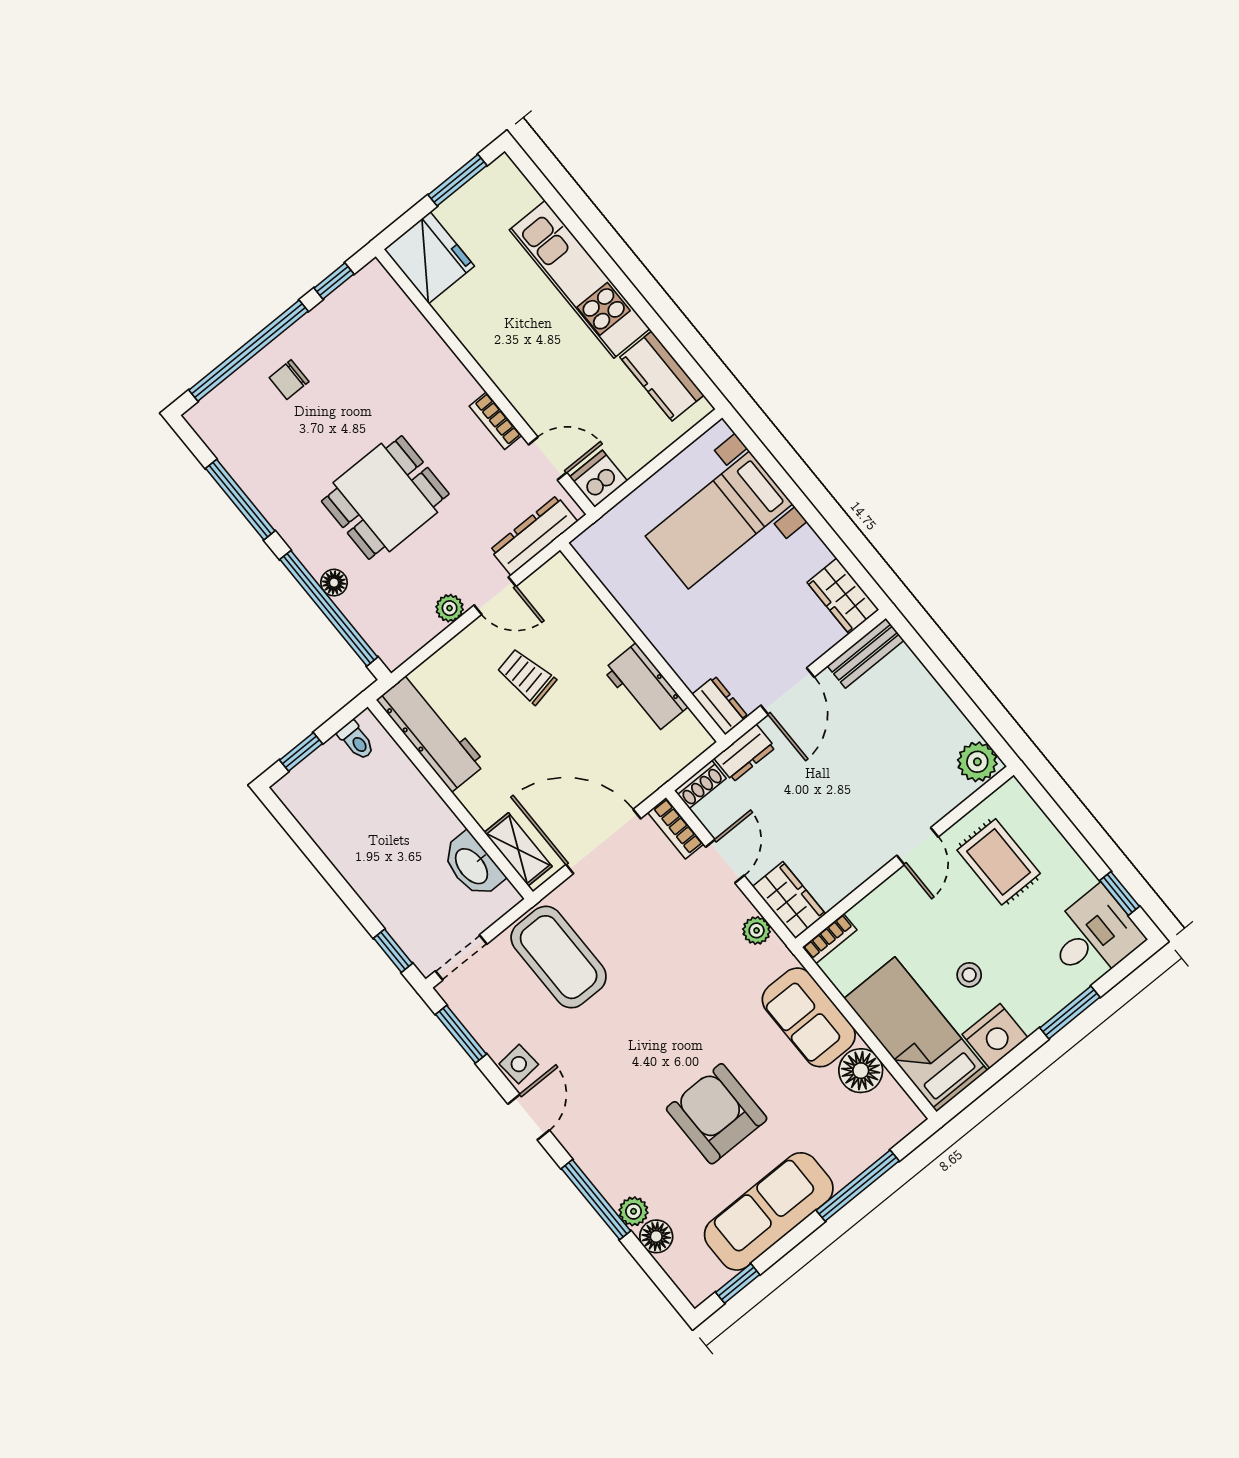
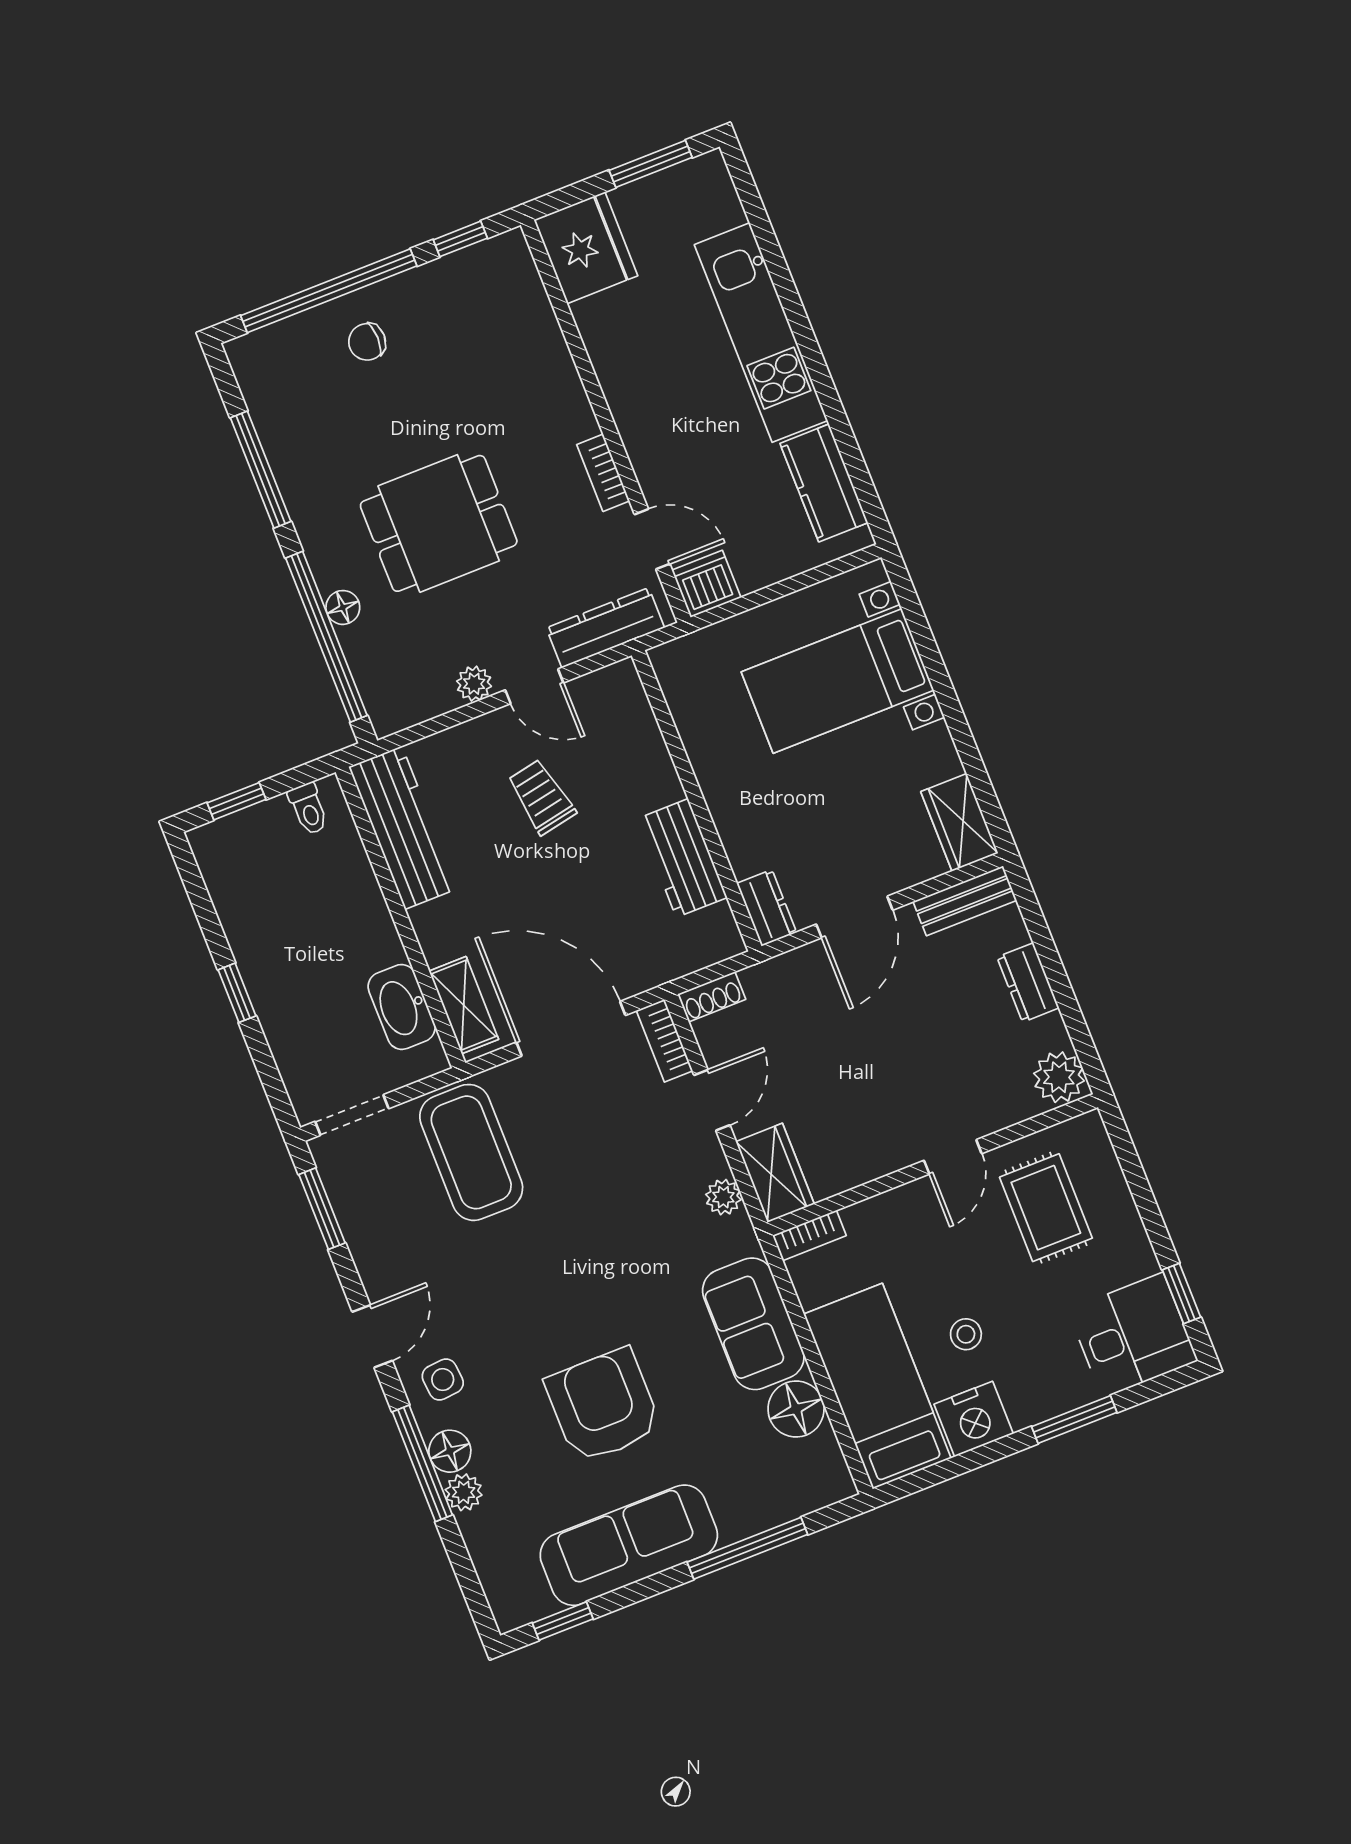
dresser: (745, 753) -> (1028, 982), moved, turned 90
window: (393, 951) -> (237, 993), moved
side table: (519, 1064) -> (443, 1380), moved
floor lamp: (656, 1236) -> (450, 1451), moved

